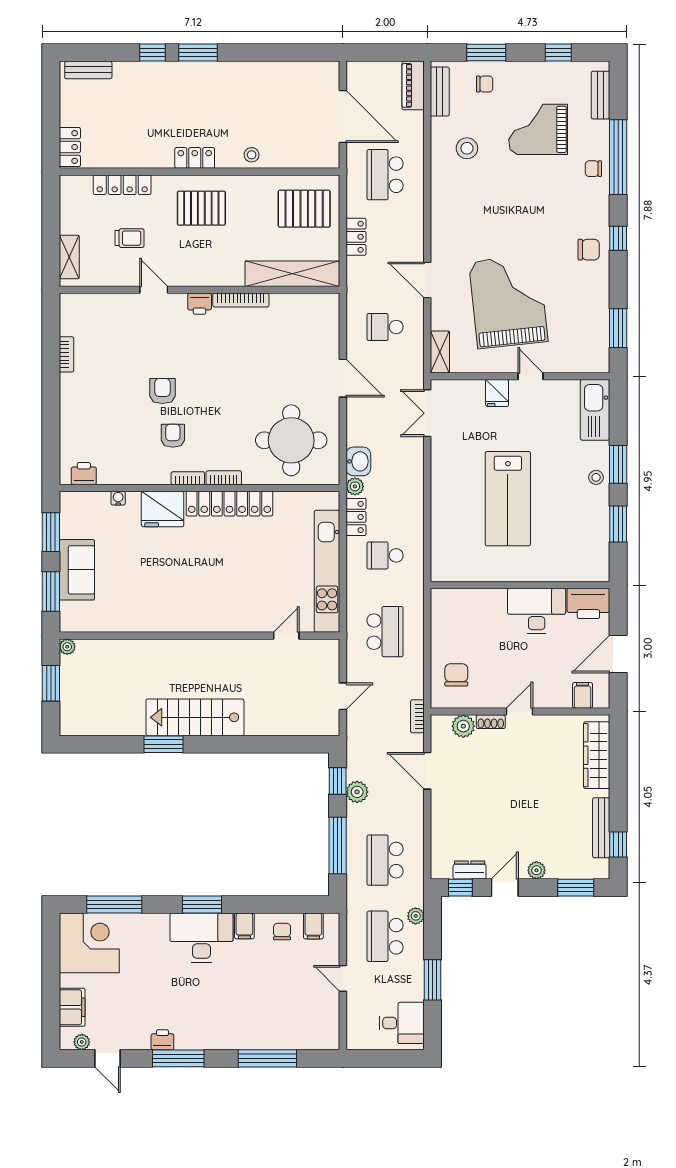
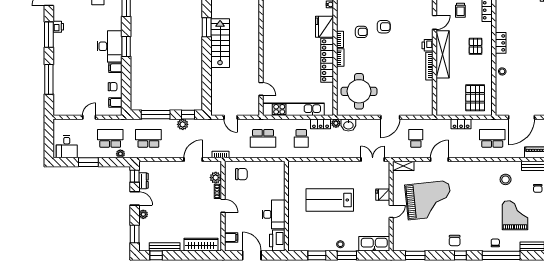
pallet: (201, 208) -> (475, 46), width x0.67, depth x0.71
shelving: (292, 274) -> (443, 54), moved
school desk: (385, 555) -> (301, 138), turned 180

